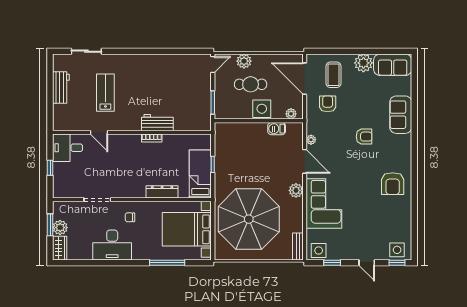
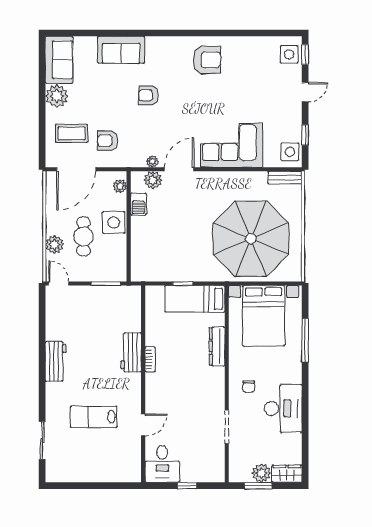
workbench: (61, 87) -> (56, 361), moved, turned 90
armchair: (364, 137) -> (148, 95), turned -90
plant: (296, 190) -> (153, 180), moved

